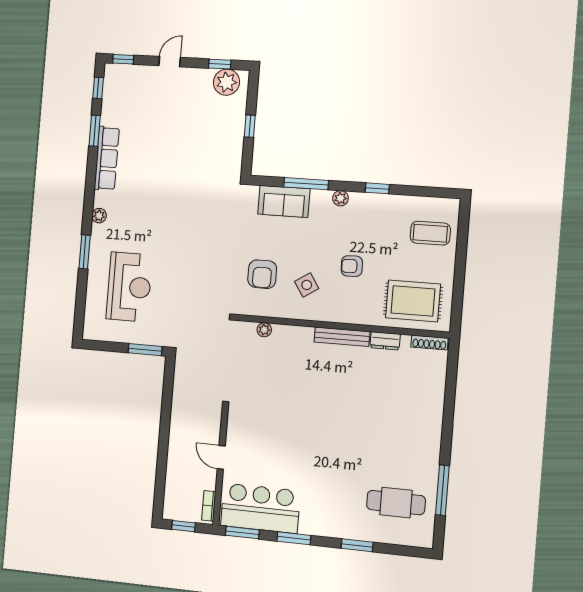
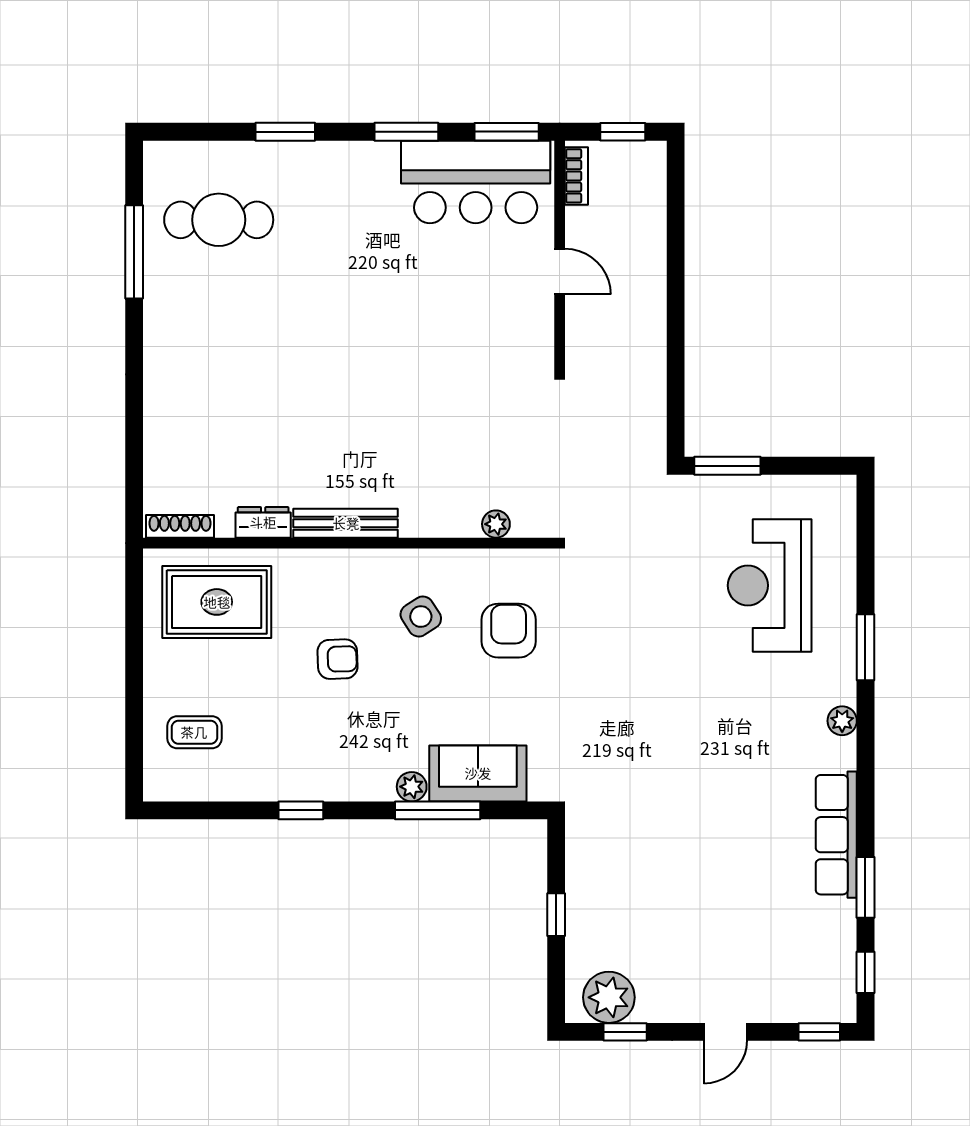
plant: (340, 198) -> (412, 787), moved
coffee table: (430, 233) -> (194, 732), width x0.73, depth x0.77

